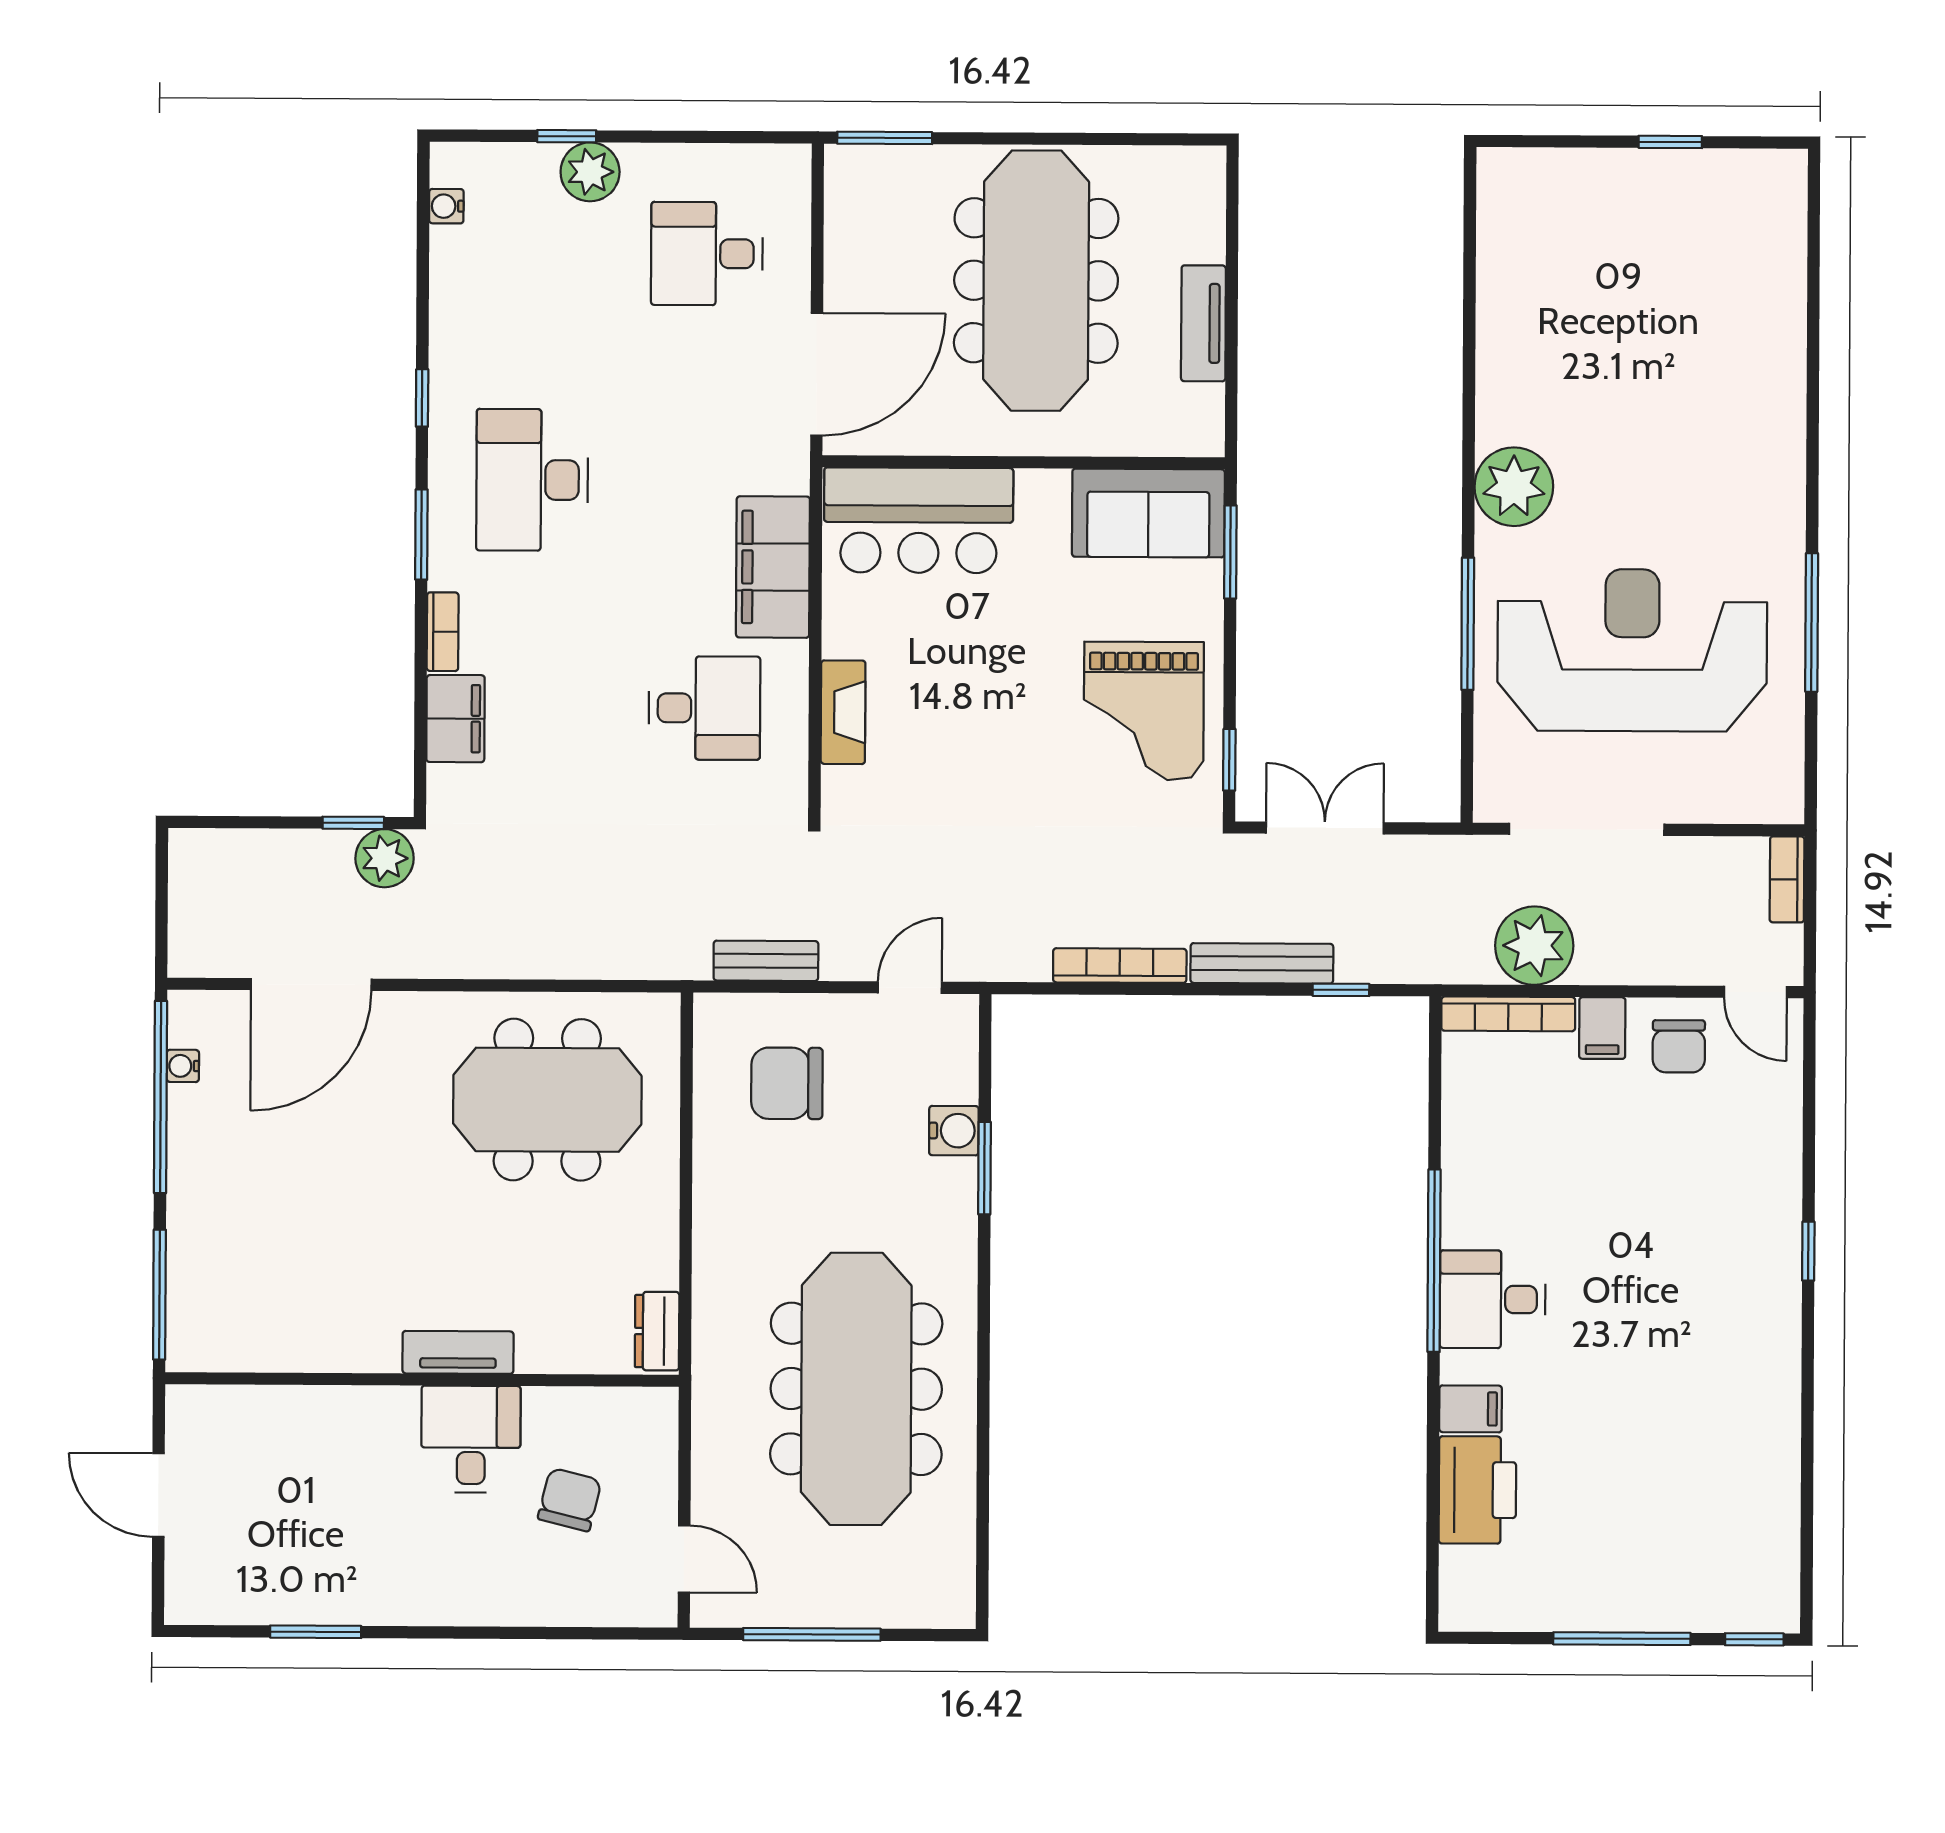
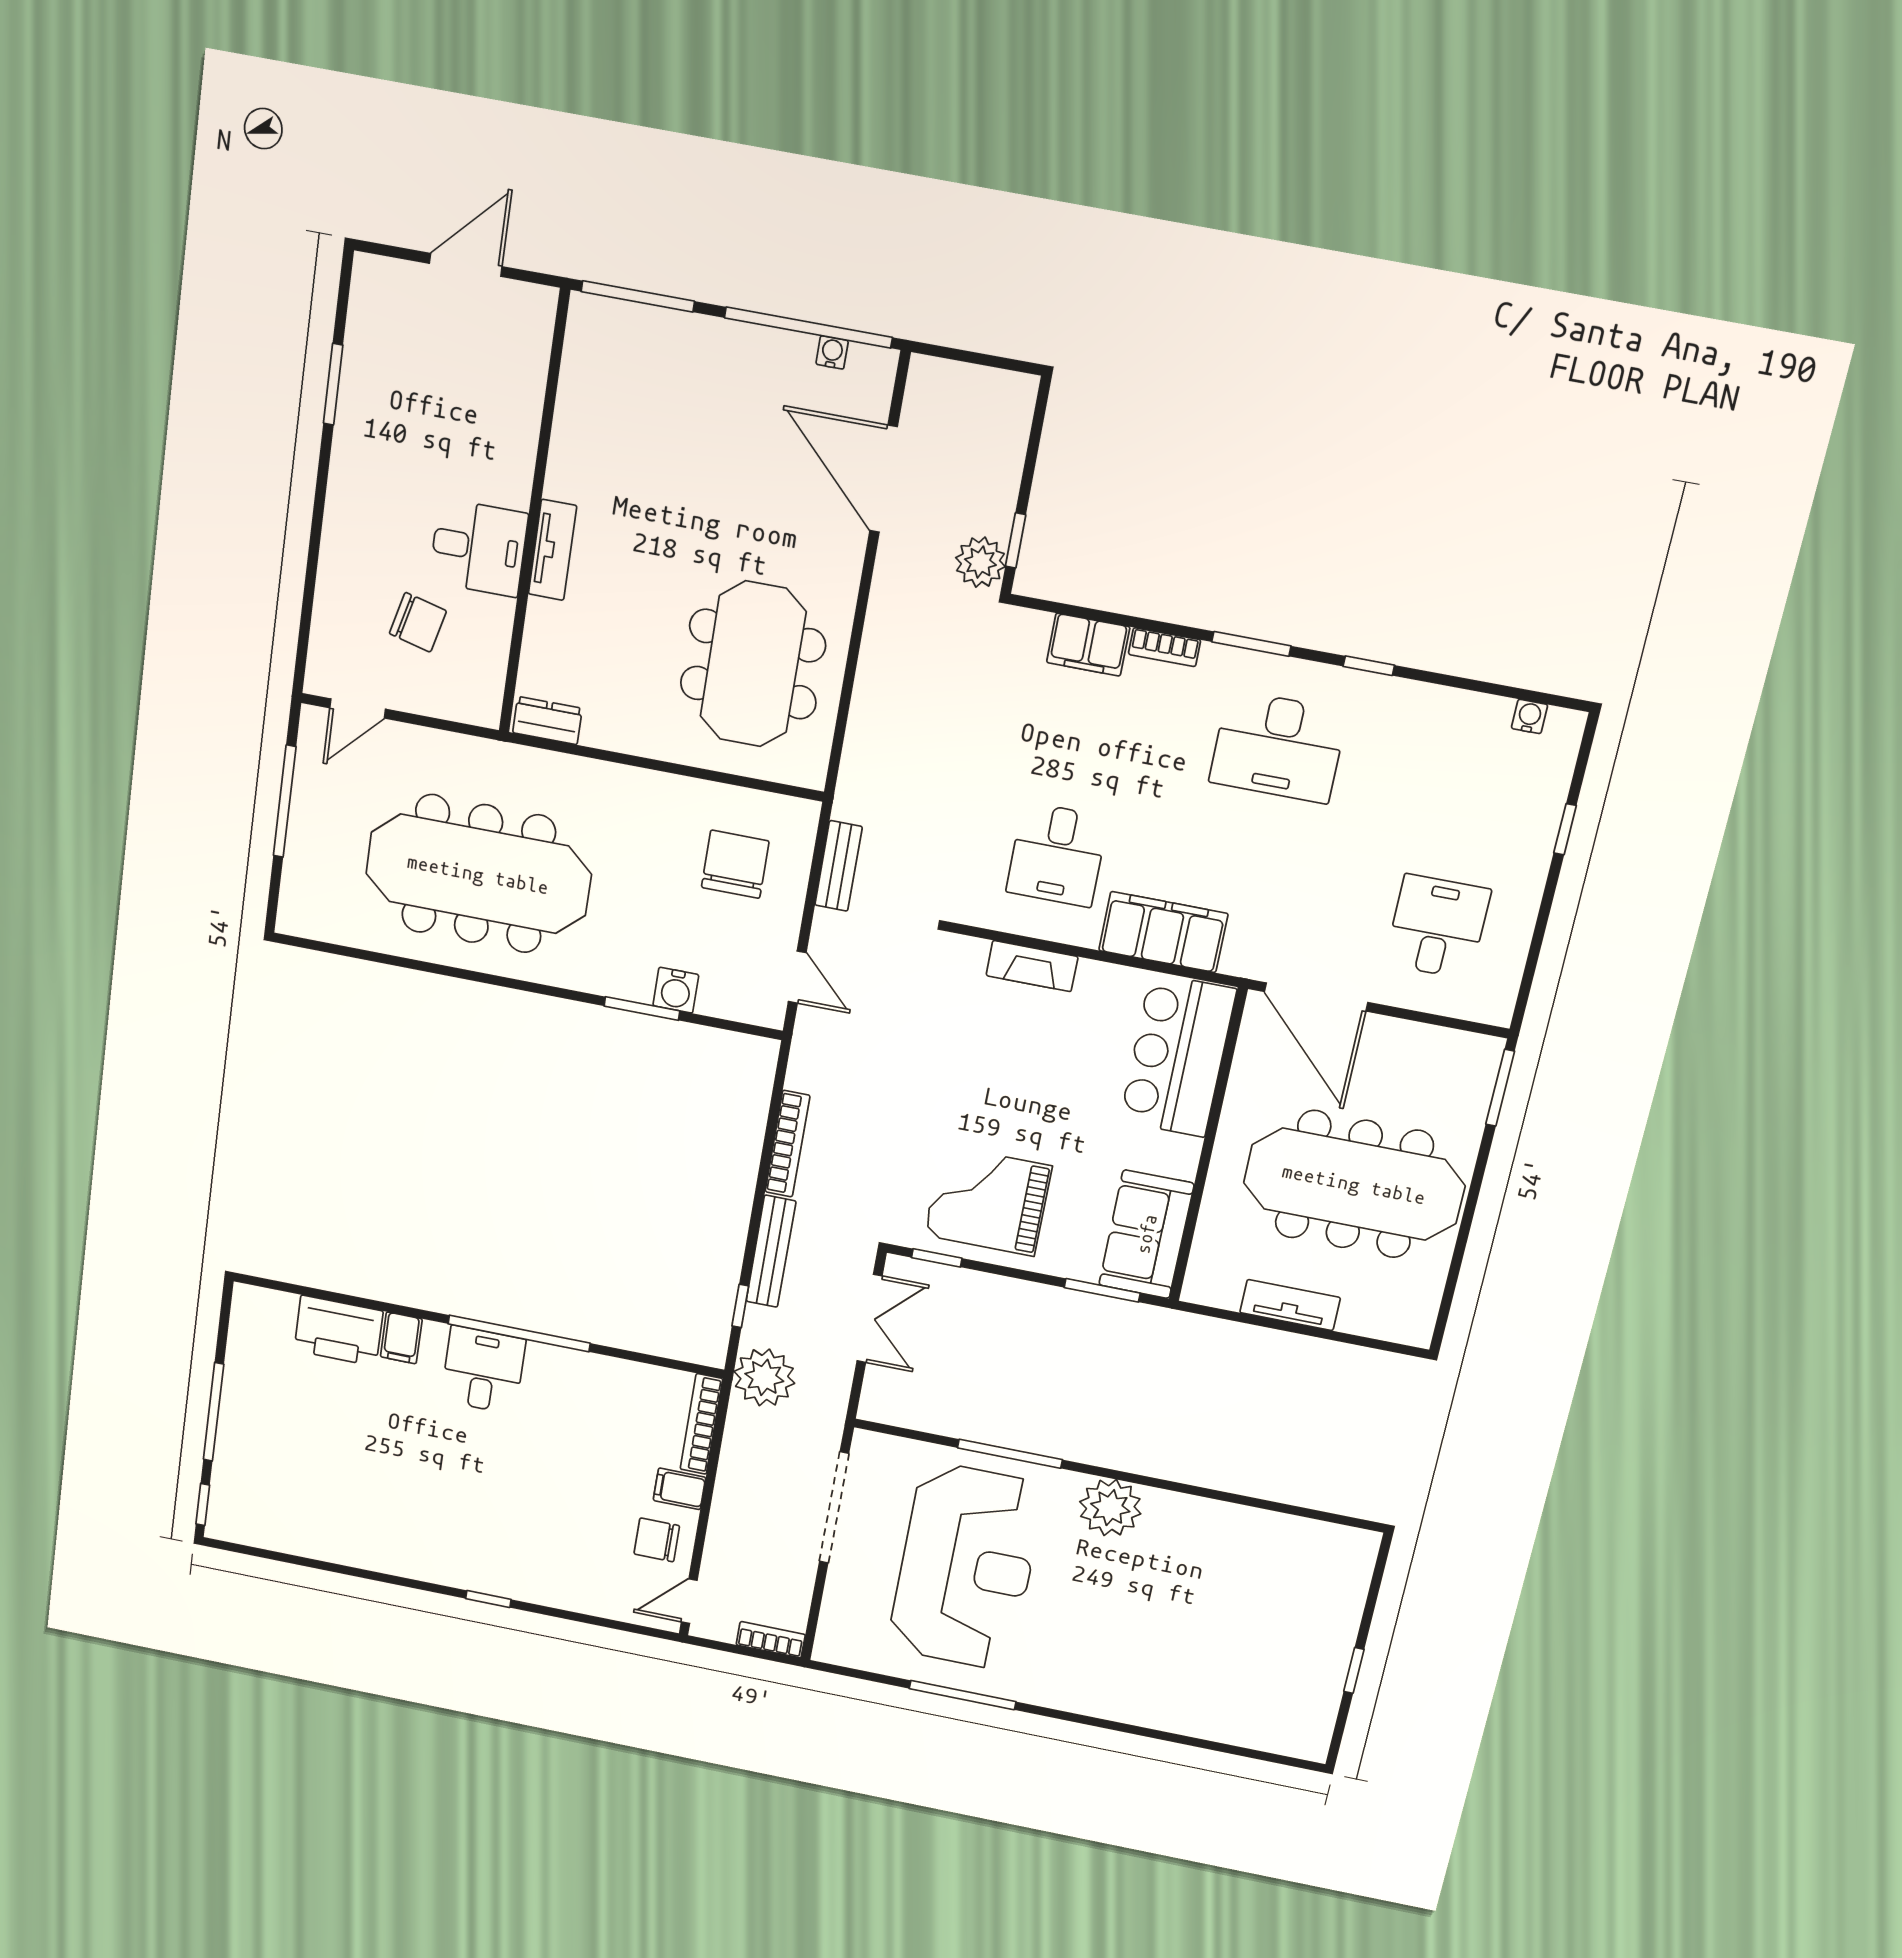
plant: (590, 172) -> (1530, 843), removed
desk: (532, 480) -> (1278, 747), turned 180
plant: (1534, 946) -> (764, 1377), moved

